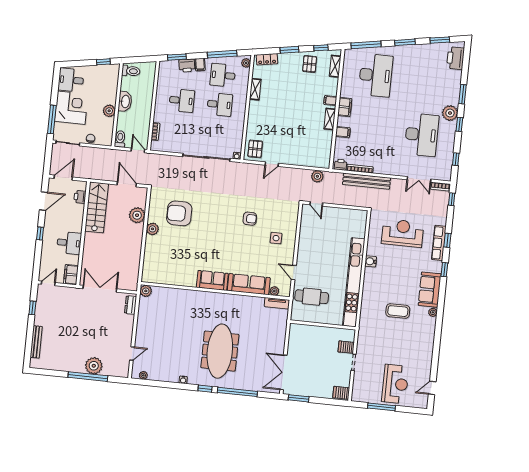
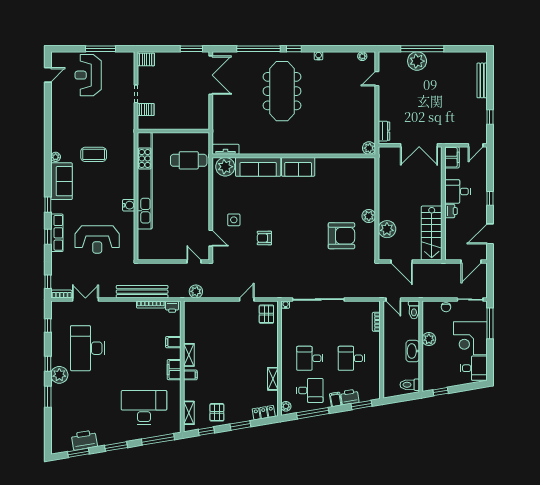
printer: (456, 58) -> (84, 440), moved, turned -100
desk: (376, 75) -> (144, 407), turned 90
printer: (80, 197) -> (451, 211), moved
door: (294, 272) -> (211, 238), moved
plant: (274, 291) -> (225, 167), width x1.88, depth x1.88

